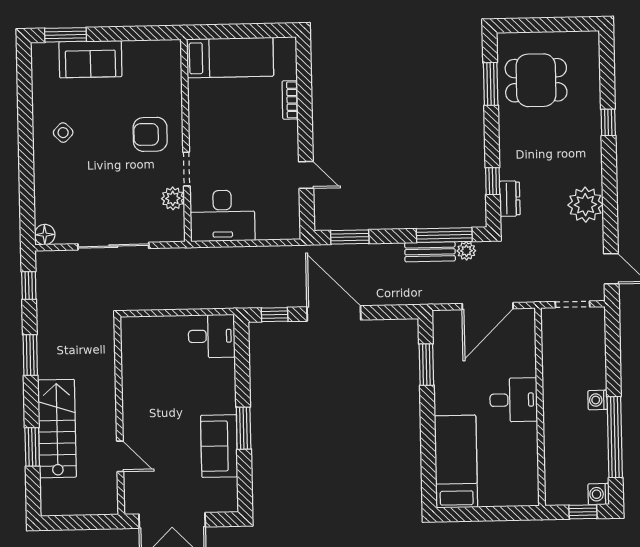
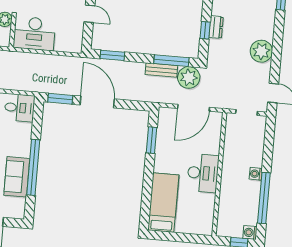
dresser: (510, 199) -> (216, 27), moved
plant: (466, 251) -> (189, 77), width x1.87, depth x1.87
window: (275, 315) -> (60, 99), width x1.50
desk: (514, 400) -> (203, 173), width x1.37
window: (244, 428) -> (33, 167), width x2.11

